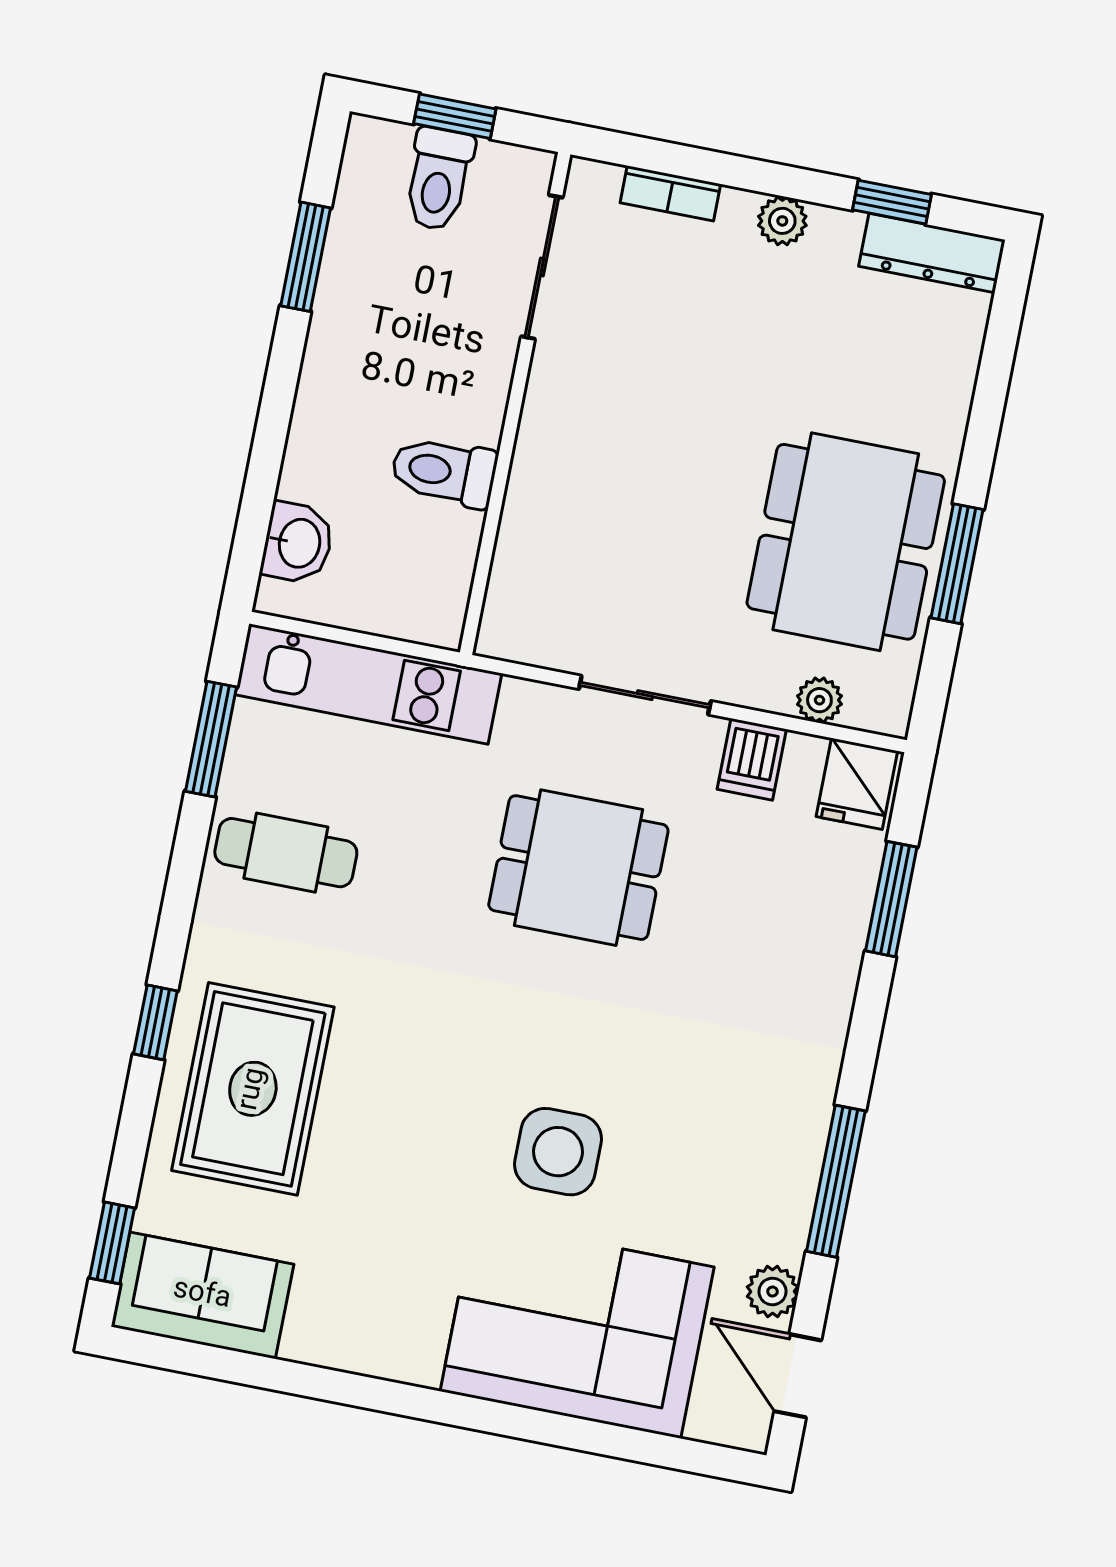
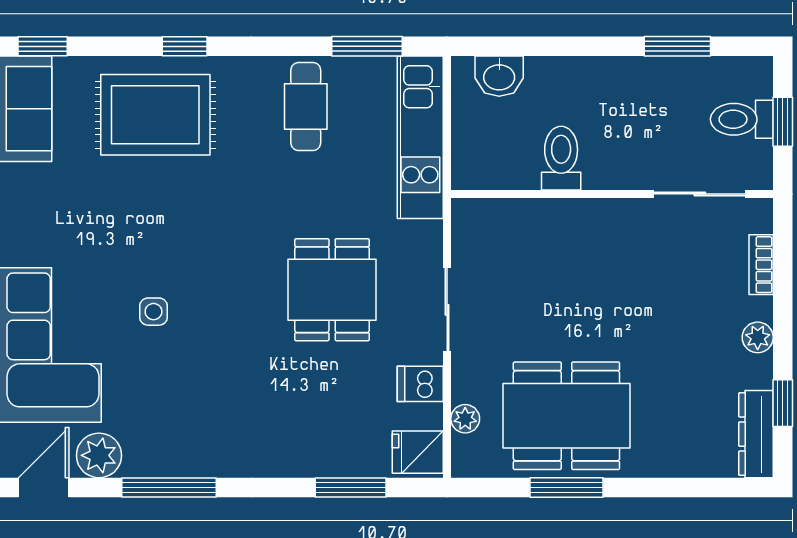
side table: (558, 1152) -> (153, 312), width x0.54, depth x0.54
plant: (772, 1292) -> (99, 455), width x1.38, depth x1.38

